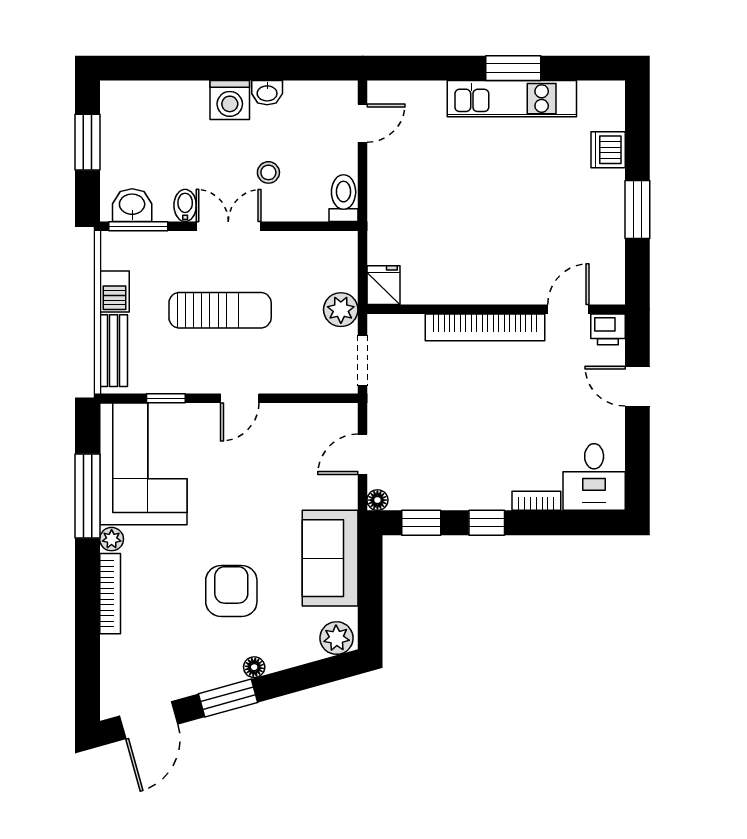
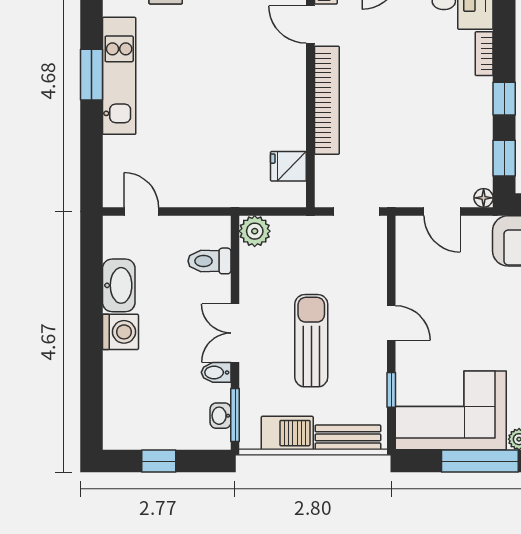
washbasin: (267, 93) -> (119, 285), width x1.91, depth x1.45
window: (88, 142) -> (159, 461), width x0.67
stool: (268, 172) -> (186, 297), removed
toilet: (344, 198) -> (210, 261), moved
washbasin: (132, 205) -> (221, 416), width x0.72, depth x0.69
fridge: (383, 285) -> (288, 166), moved
barbecue: (114, 292) -> (287, 433), width x1.38, depth x1.27
plant: (341, 310) -> (255, 231), moved

